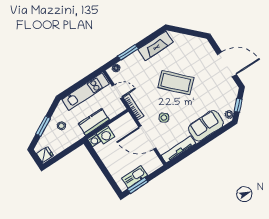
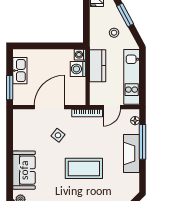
fireplace: (156, 46) -> (131, 153), moved
window: (128, 52) -> (143, 142), width x1.44
coffee table: (176, 83) -> (84, 168), turned 44
tv unit: (179, 150) -> (18, 129), removed
window: (138, 186) -> (10, 88), moved

